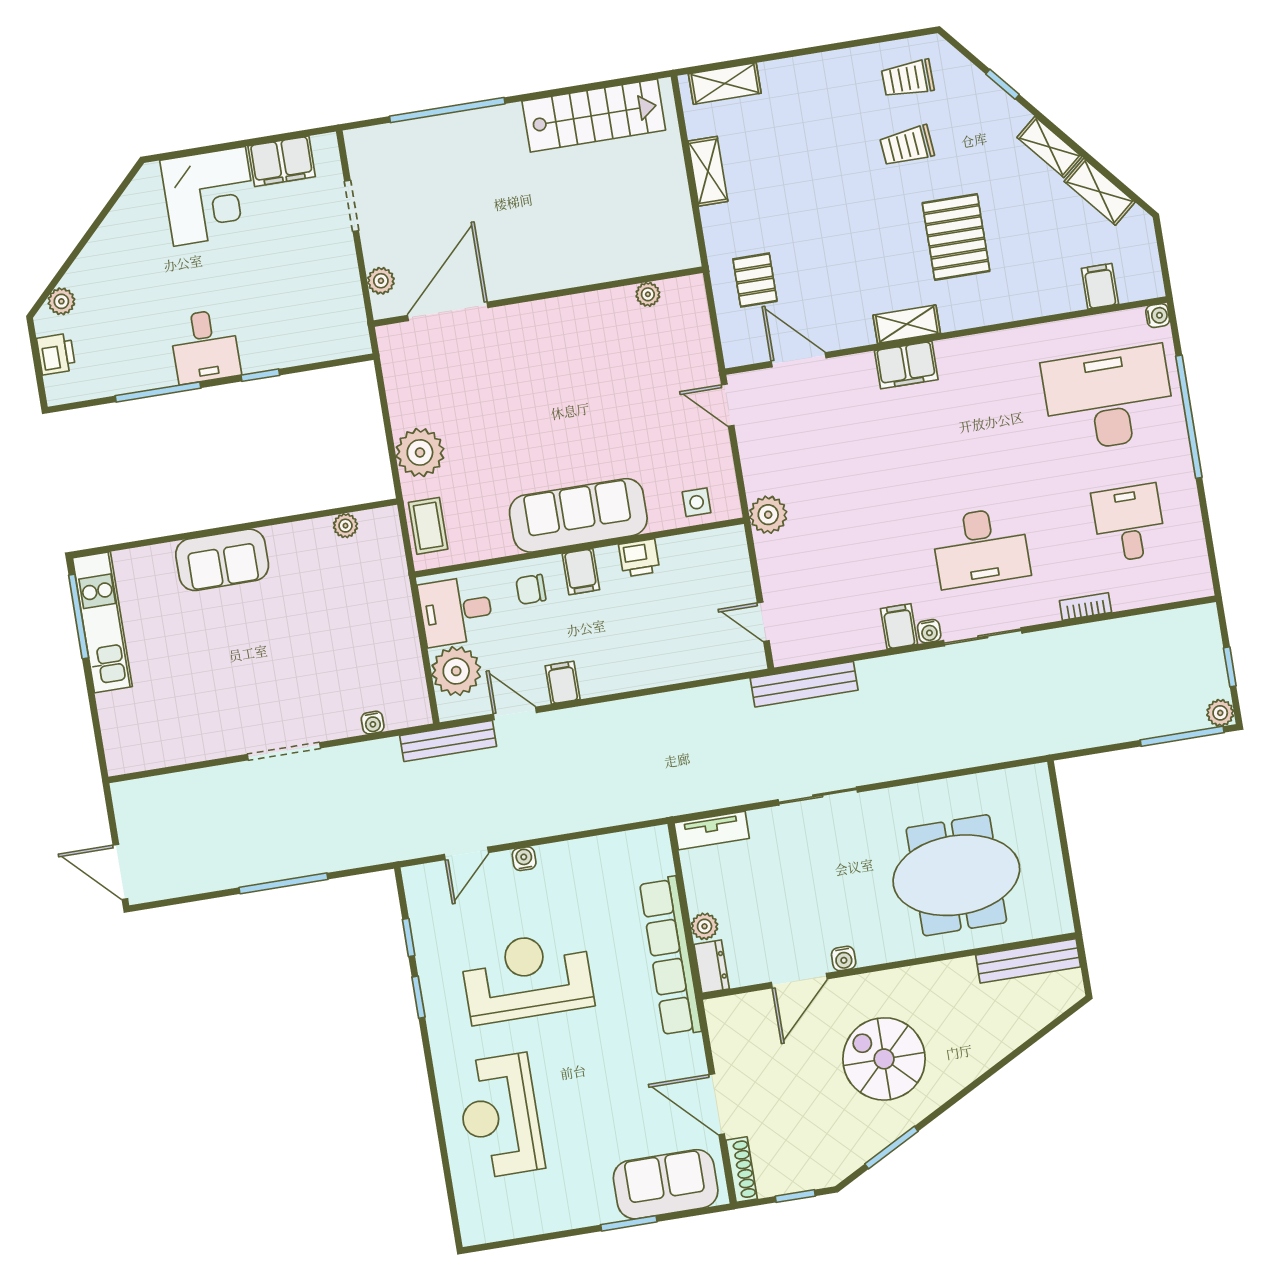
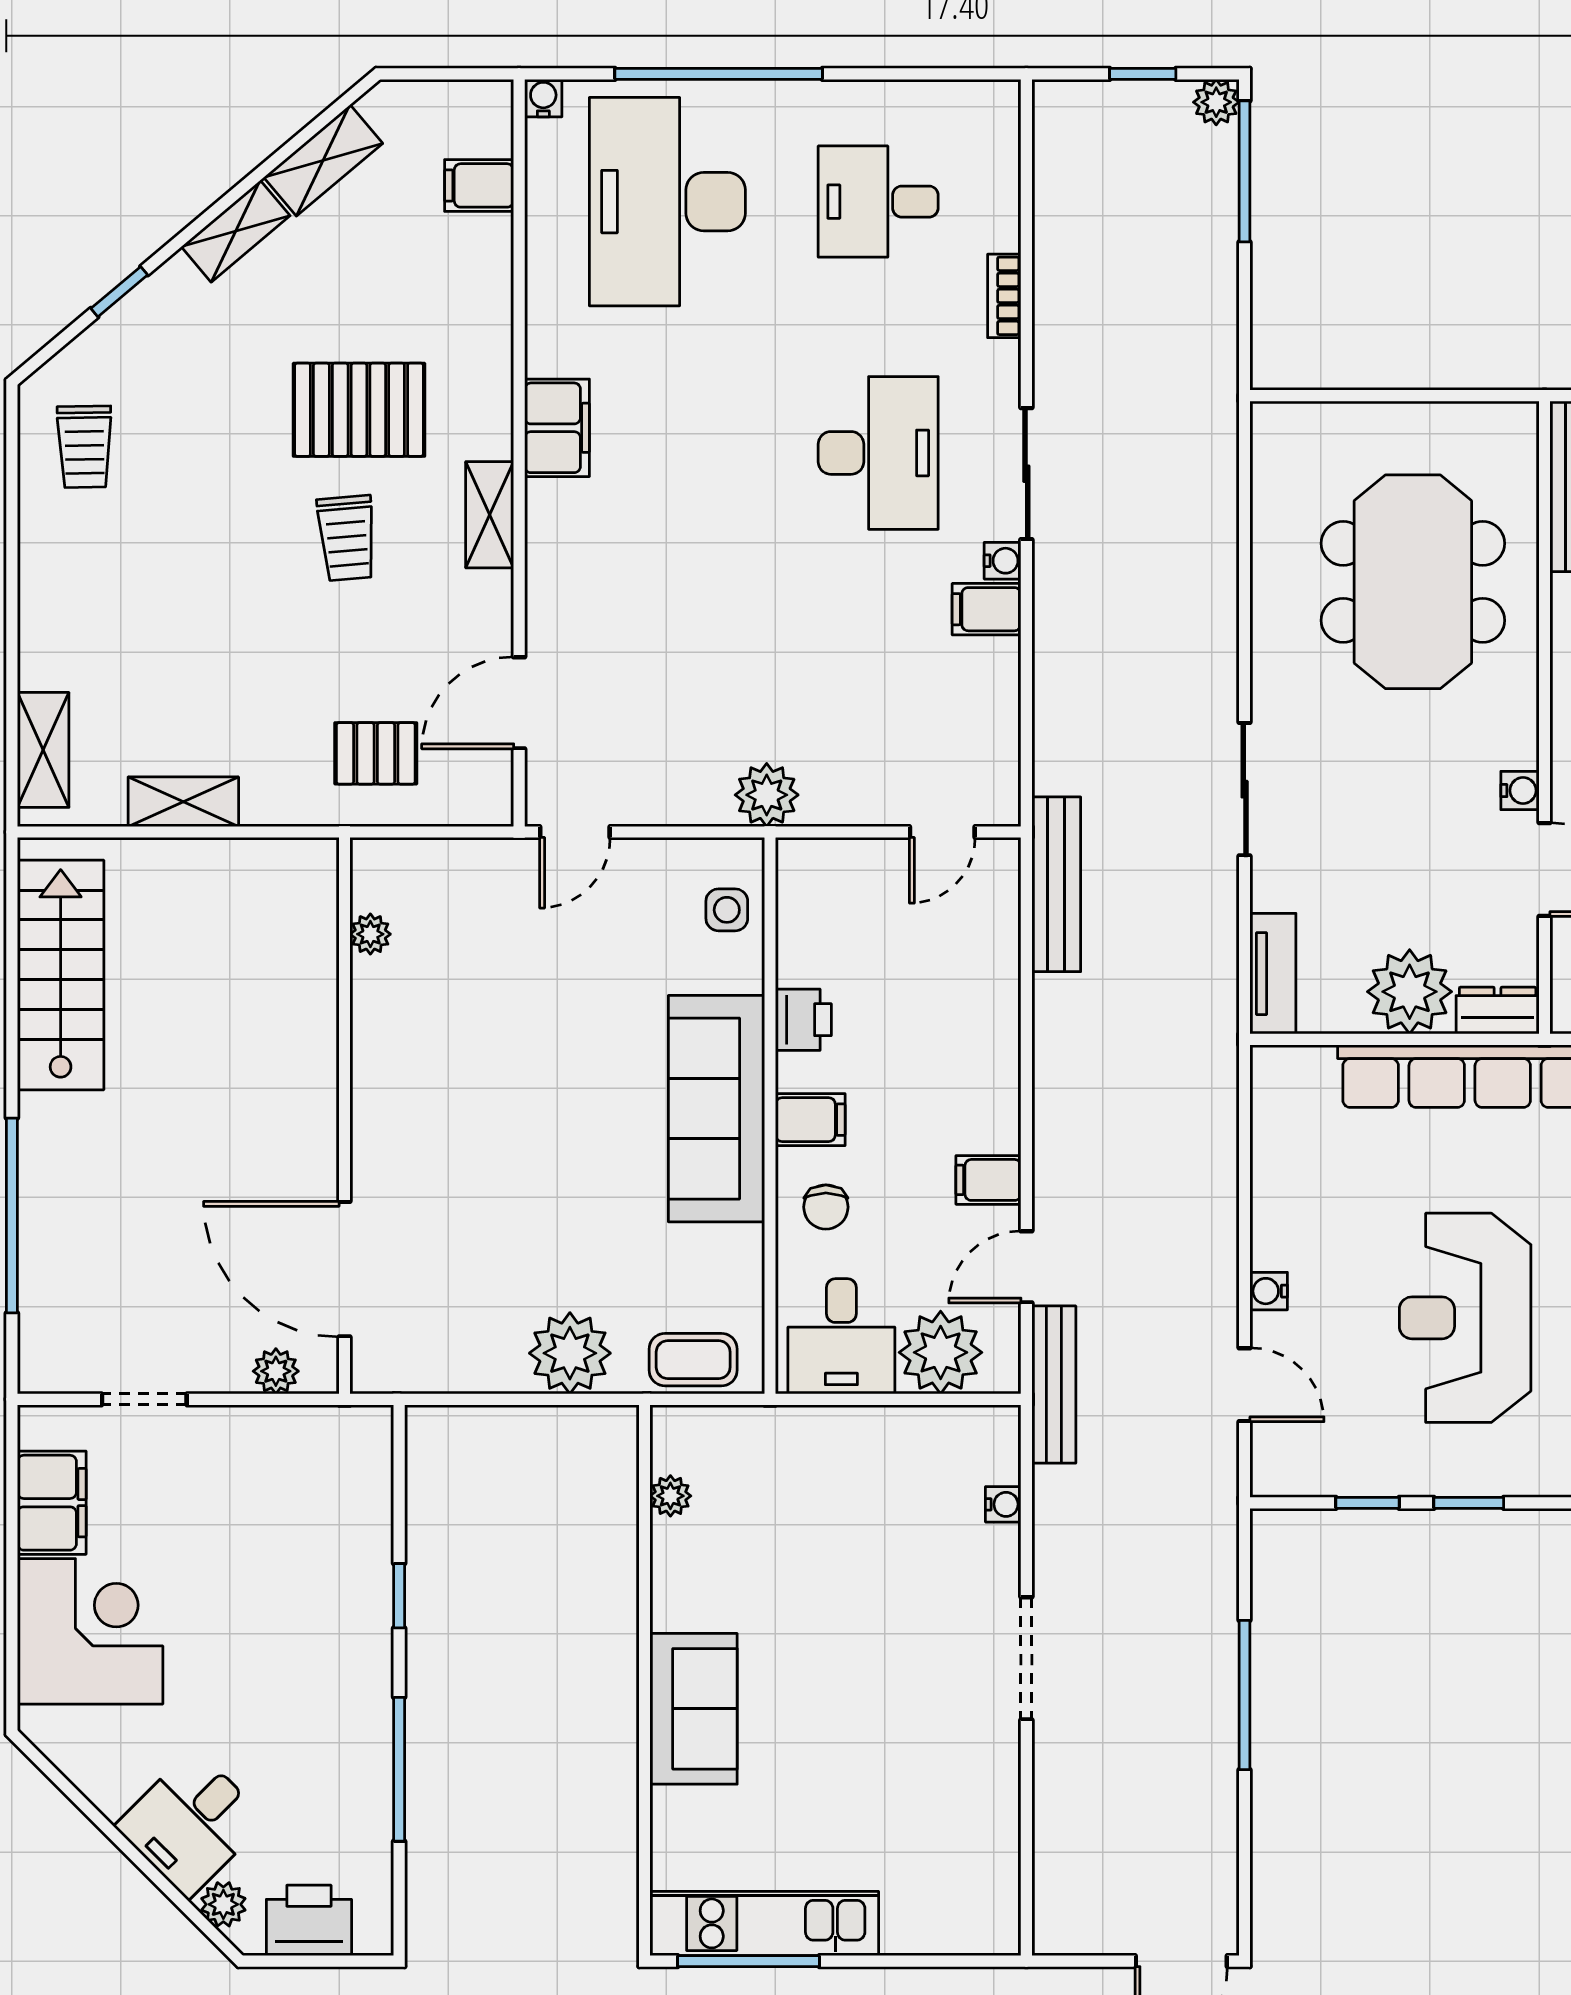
trolley: (907, 146) -> (347, 538), moved
desk: (205, 346) -> (191, 1823), moved, turned 135
printer: (56, 354) -> (309, 1920), width x1.36, depth x1.24
filing cabinet: (906, 365) -> (557, 428), moved
bench: (804, 684) -> (1056, 884), moved
plant: (705, 926) -> (1410, 992), width x1.87, depth x1.87

